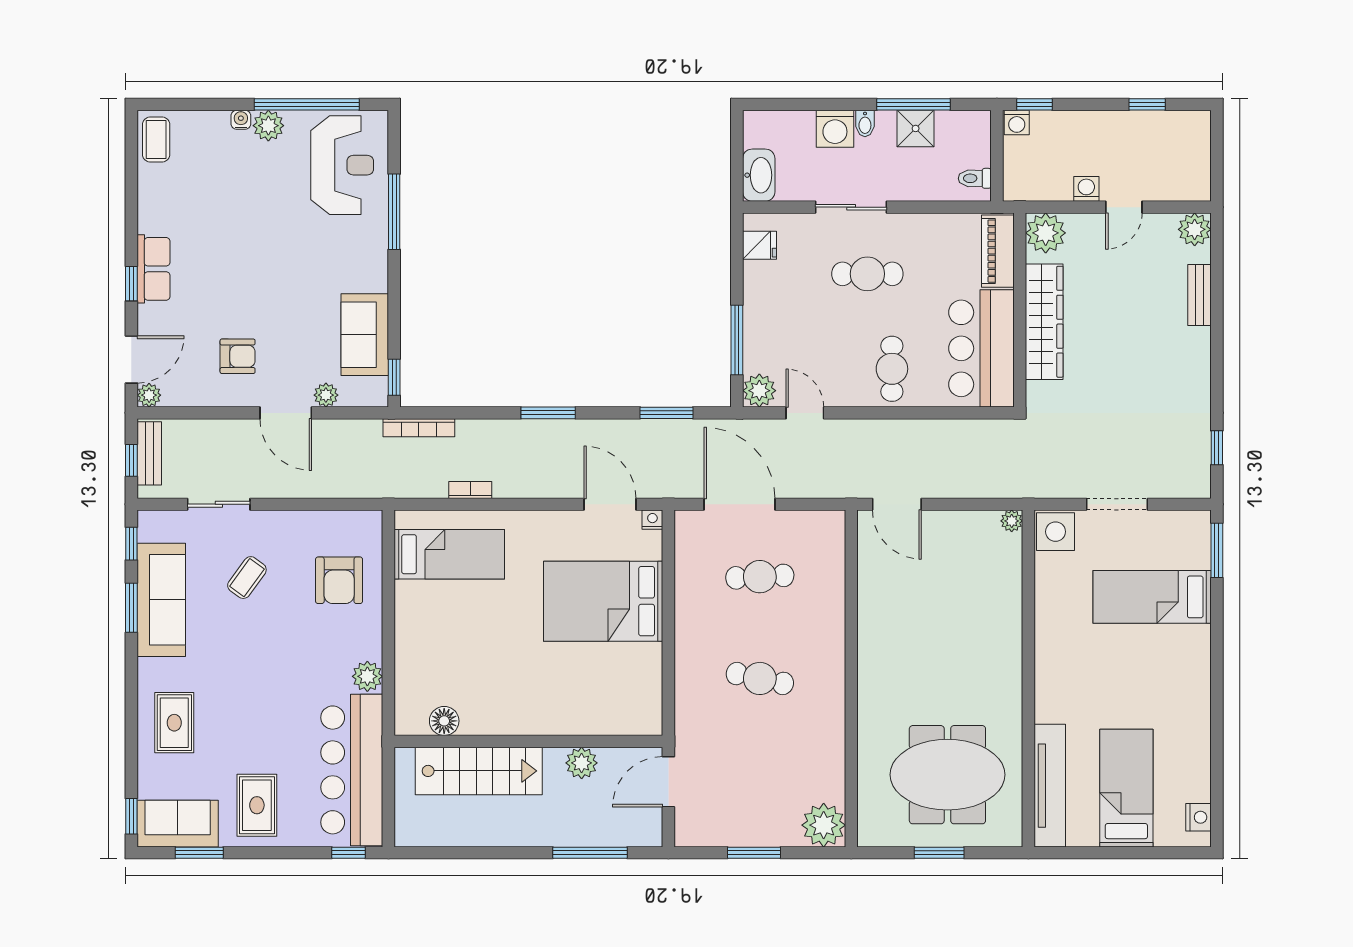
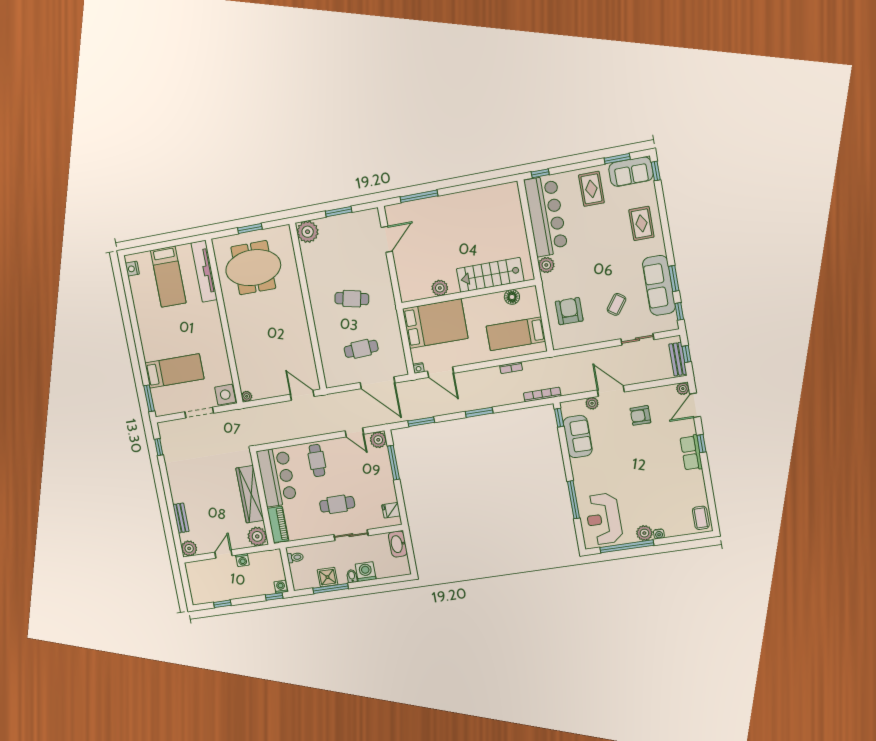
floor lamp: (444, 721) -> (512, 297), moved
wall: (528, 741) -> (468, 294), moved
plant: (582, 763) -> (440, 288), moved
stairs: (479, 771) -> (490, 275), moved

